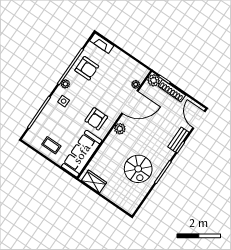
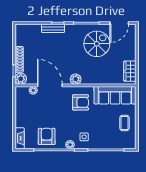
door: (199, 120) -> (119, 23), moved

